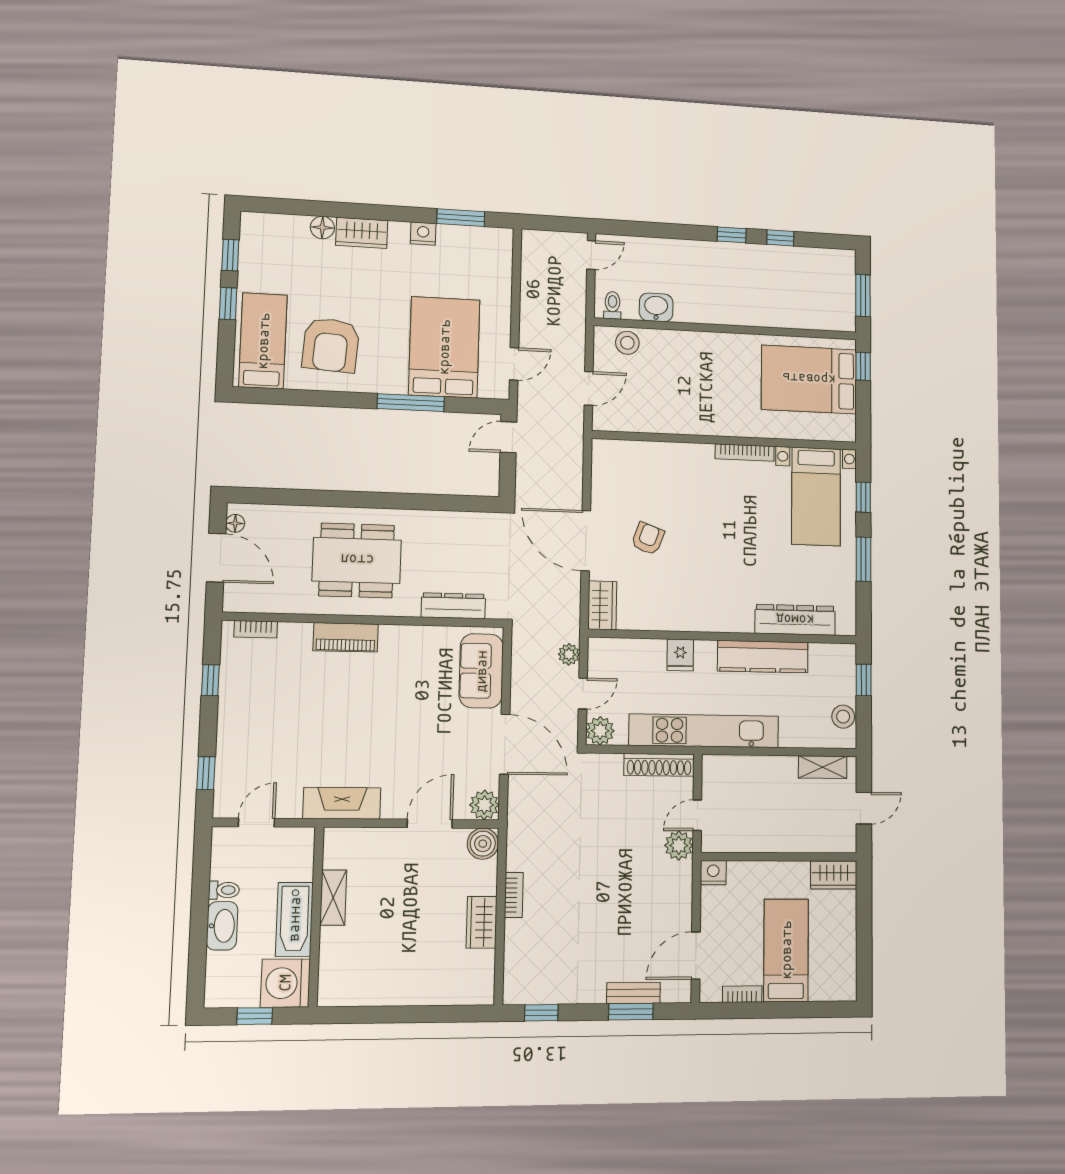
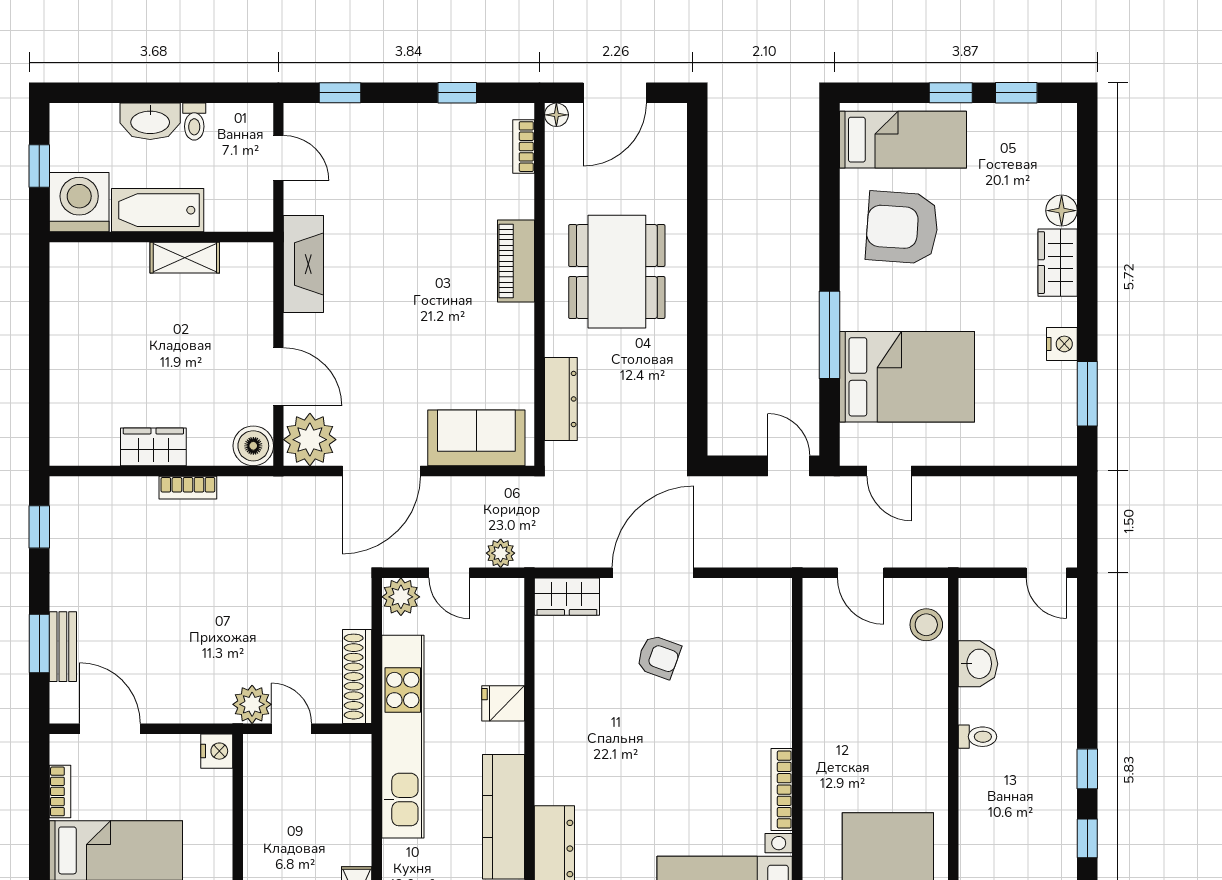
toilet: (612, 305) -> (978, 737), moved
floor lamp: (235, 523) -> (556, 115), moved
plant: (484, 805) -> (310, 440), width x1.36, depth x1.36

